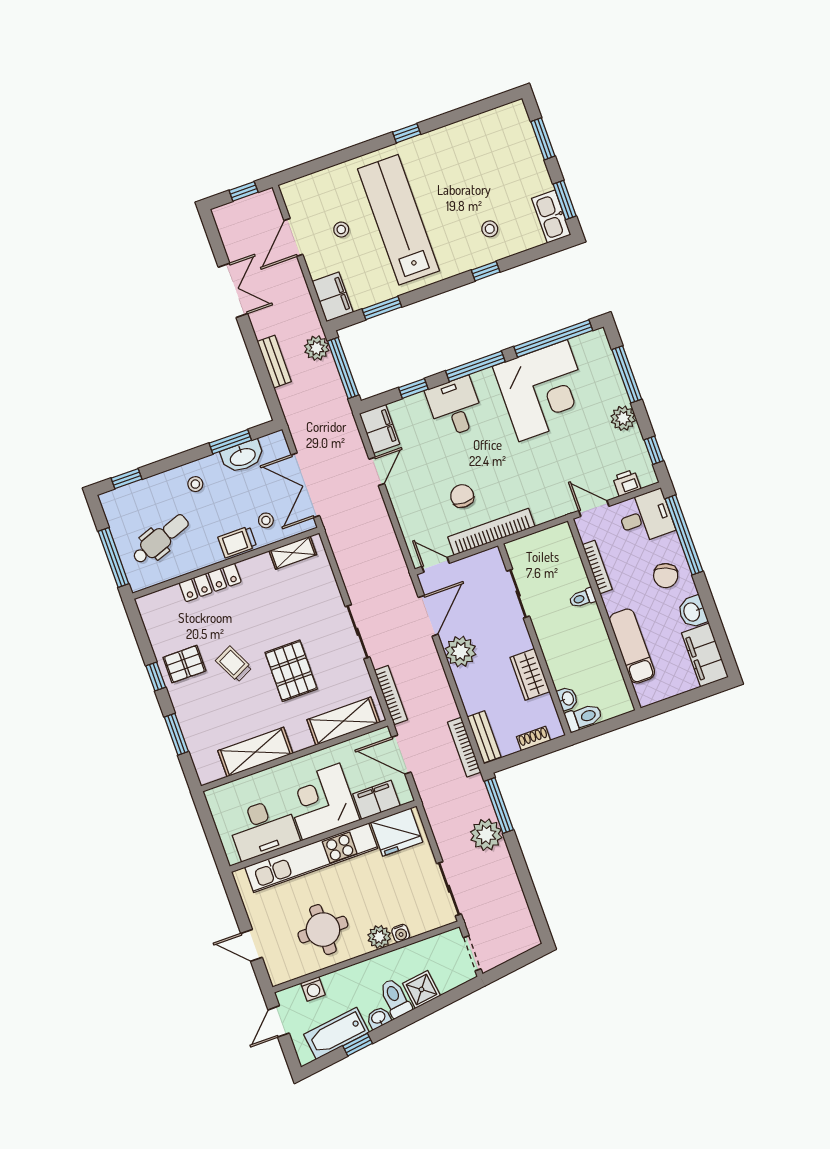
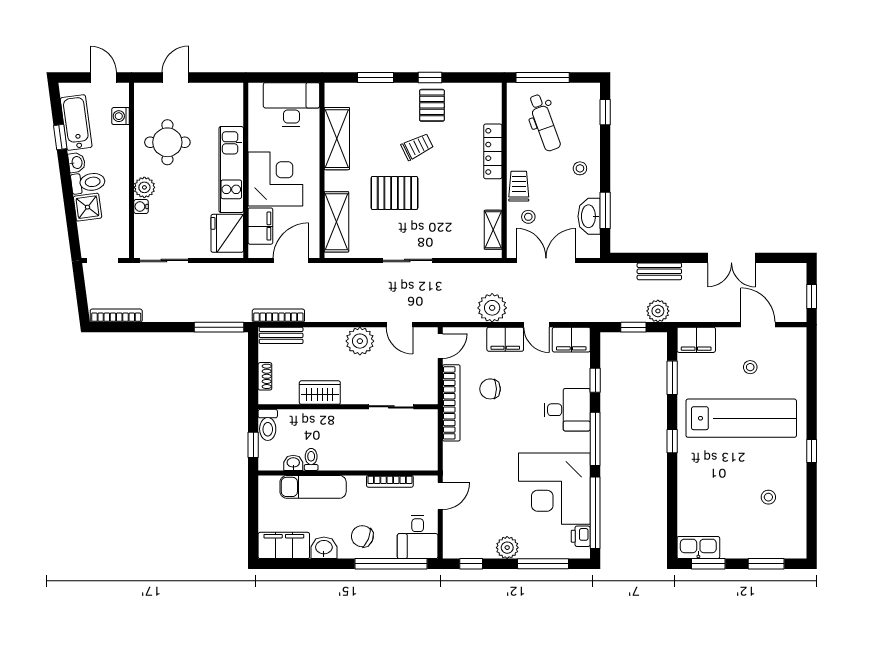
stool: (490, 229) -> (768, 497), moved
window: (486, 271) -> (672, 441), moved
window: (343, 368) -> (633, 327), width x0.46
printer: (627, 483) -> (581, 536), moved, turned 180
chair: (462, 496) -> (490, 389), turned 180
filing cabinet: (404, 499) -> (505, 339), added
toilet: (582, 598) -> (311, 459), moved
door: (428, 616) -> (400, 325), width x0.73
bookcase: (391, 695) -> (116, 316), moved, turned 180
washbasin: (567, 699) -> (293, 463), moved, turned 180
window: (610, 725) -> (253, 445), added
desk: (263, 828) -> (291, 105), moved, turned 90
plant: (486, 835) -> (492, 308), moved
kitchen unit: (311, 858) -> (231, 170), width x0.73

